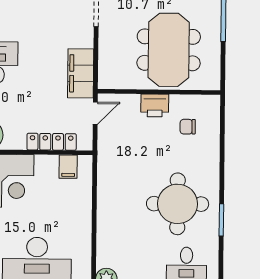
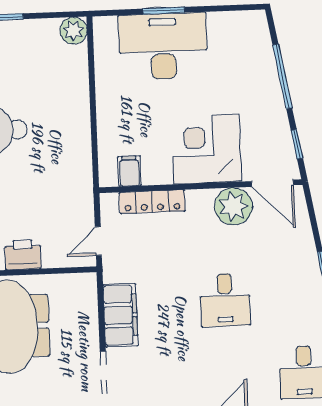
filing cabinet: (81, 73) -> (120, 315), moved

